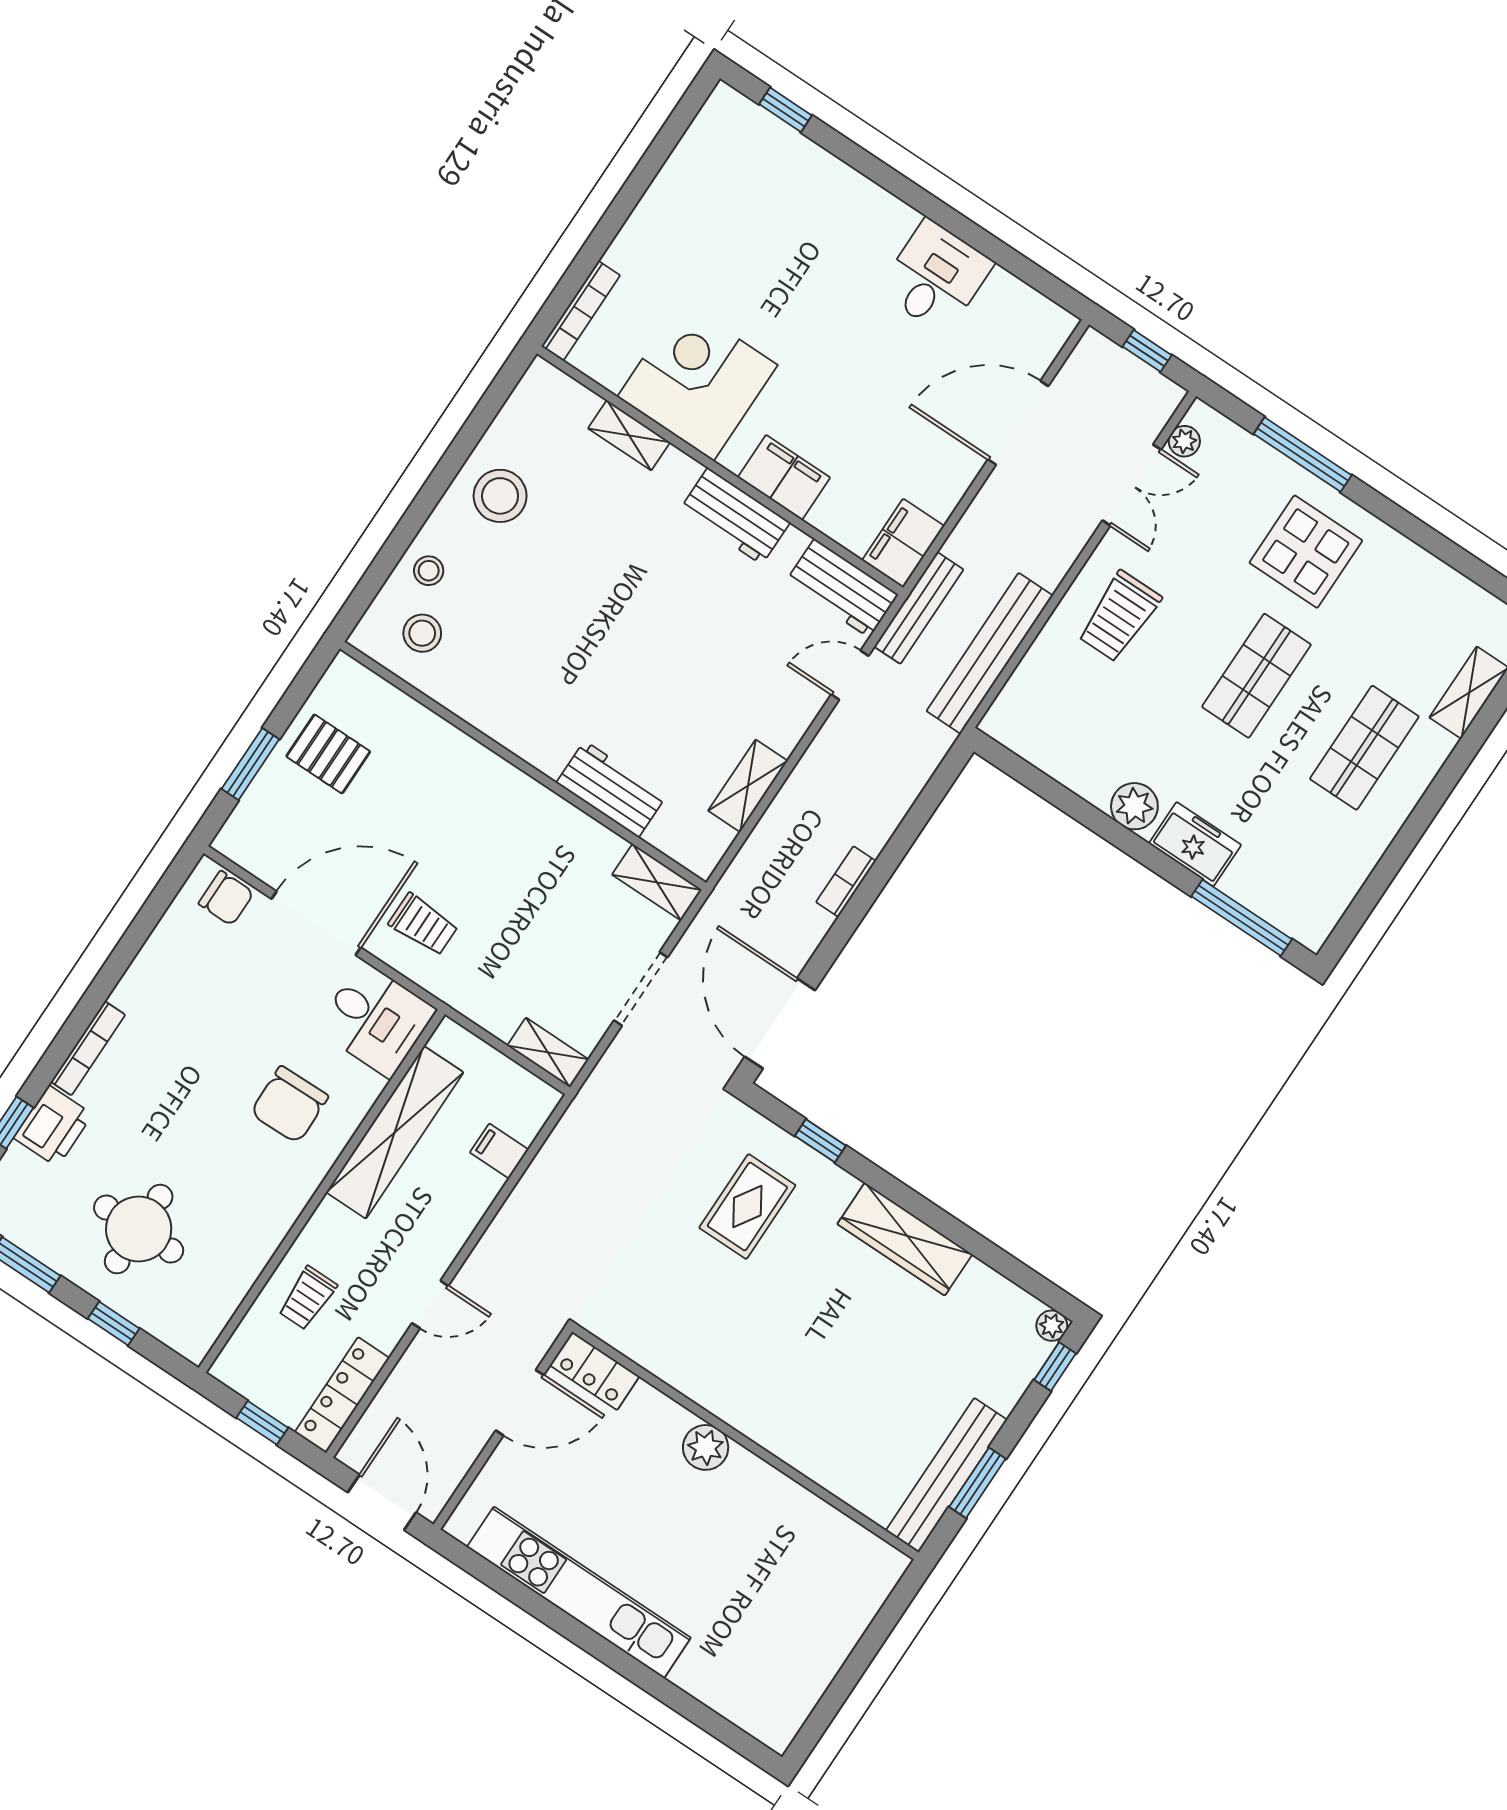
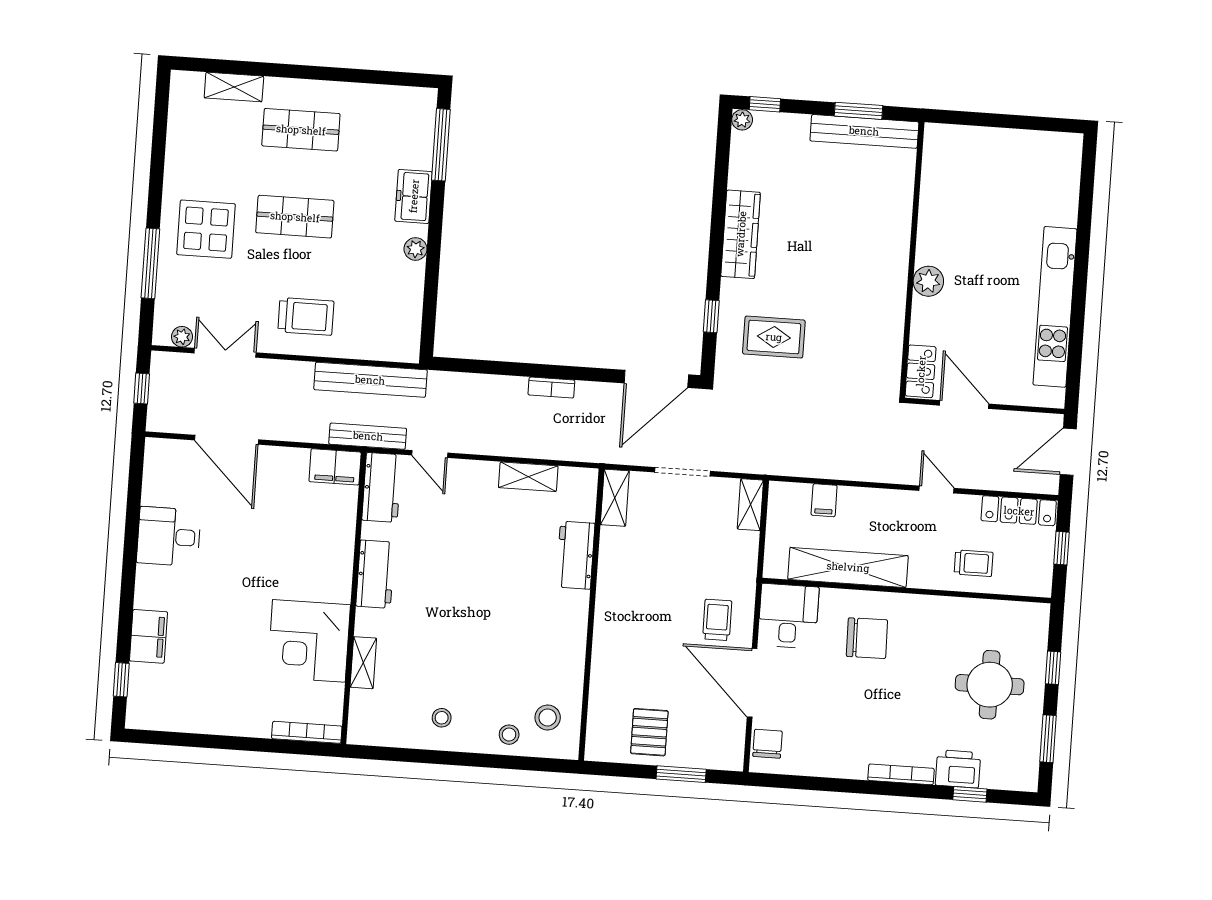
filing cabinet: (784, 477) -> (148, 636), moved, turned 180
stool: (500, 496) -> (442, 718), width x0.53, depth x0.53
plant: (1134, 806) -> (416, 249), width x0.73, depth x0.73

